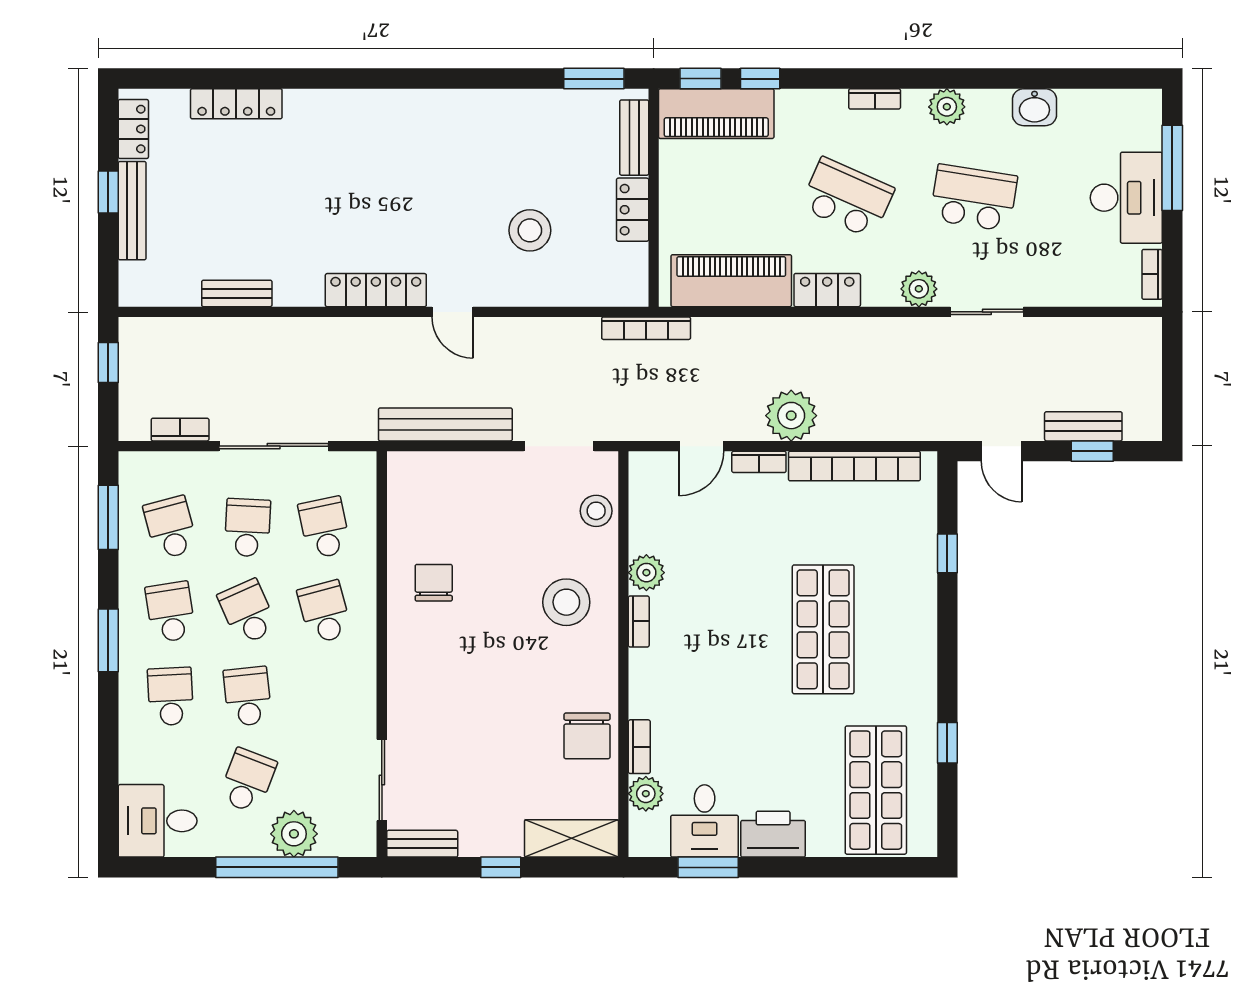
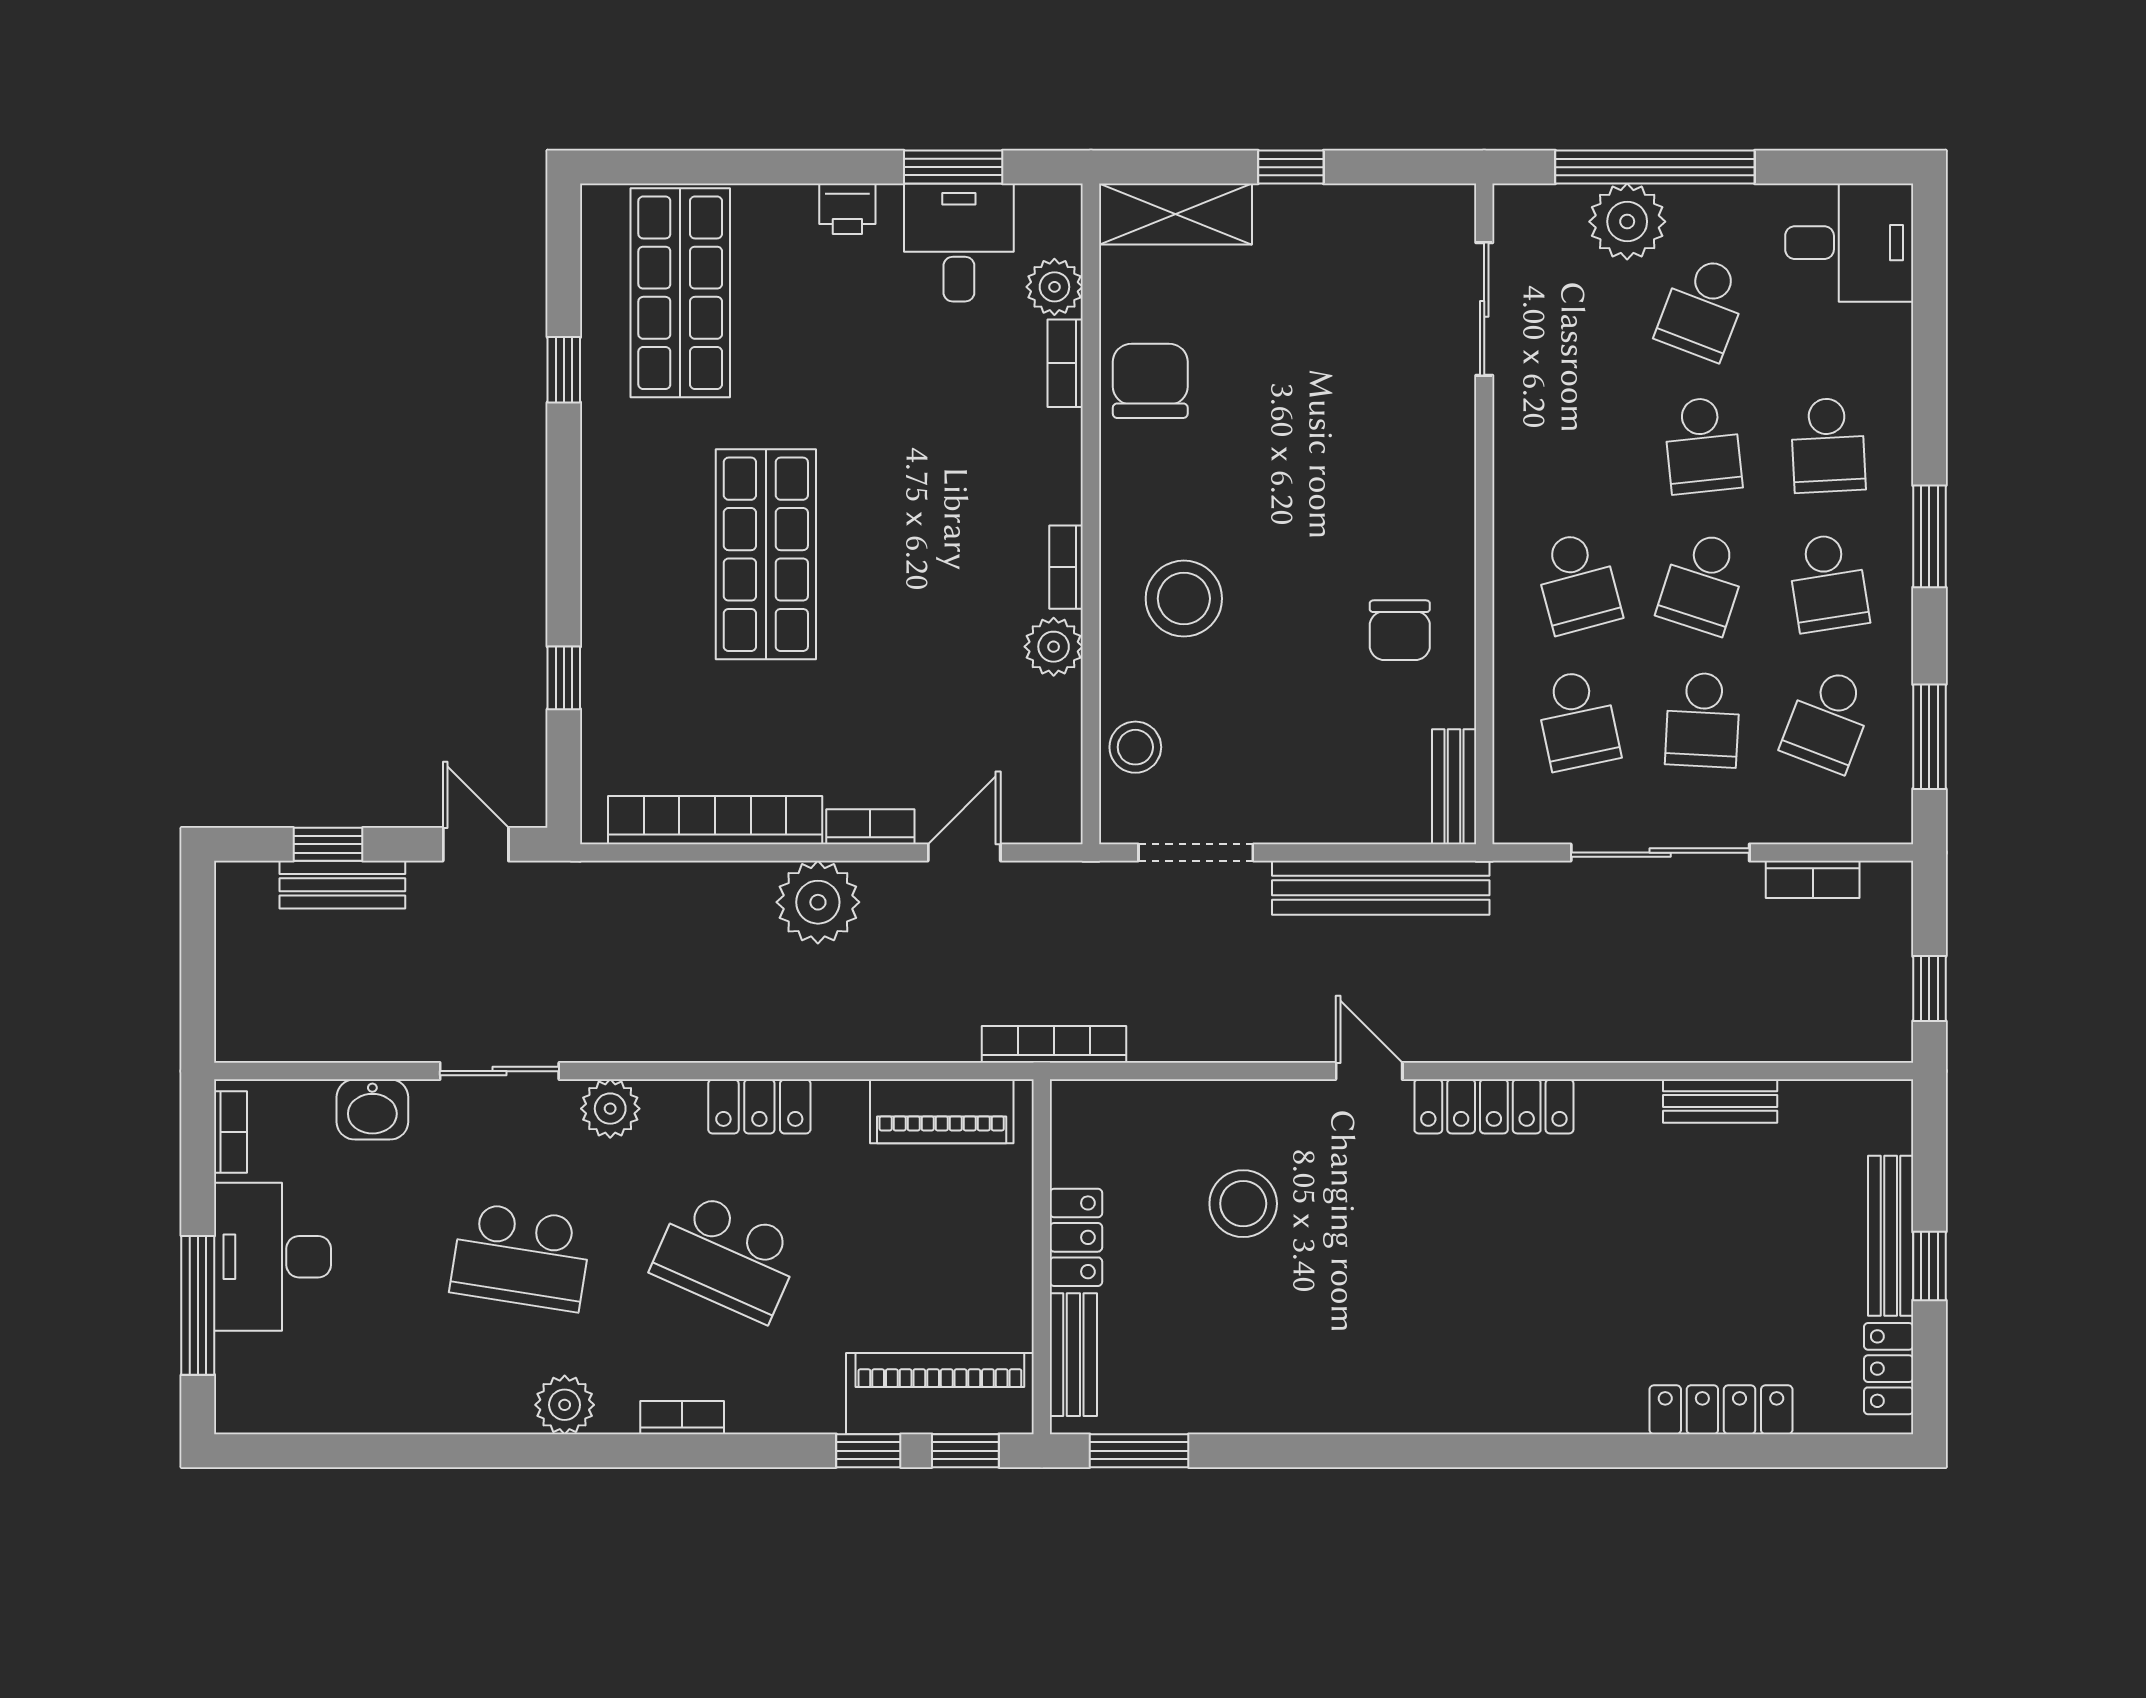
washbasin: (1034, 107) -> (372, 1109), moved, turned 180
piano: (731, 281) -> (942, 1111), width x0.73, depth x0.75
school desk: (171, 528) -> (1828, 720), turned 36
school desk: (248, 612) -> (1703, 583), turned 42
printer: (773, 834) -> (847, 209), width x0.53, depth x0.68
bench: (422, 844) -> (1454, 787), moved, turned 90

